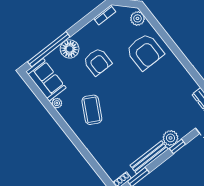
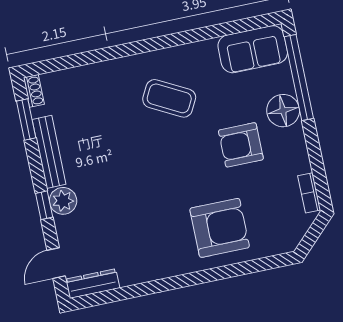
plant: (137, 18) -> (278, 242), removed
armchair: (145, 52) -> (220, 228), turned 180
plant: (57, 103) -> (207, 48), removed

